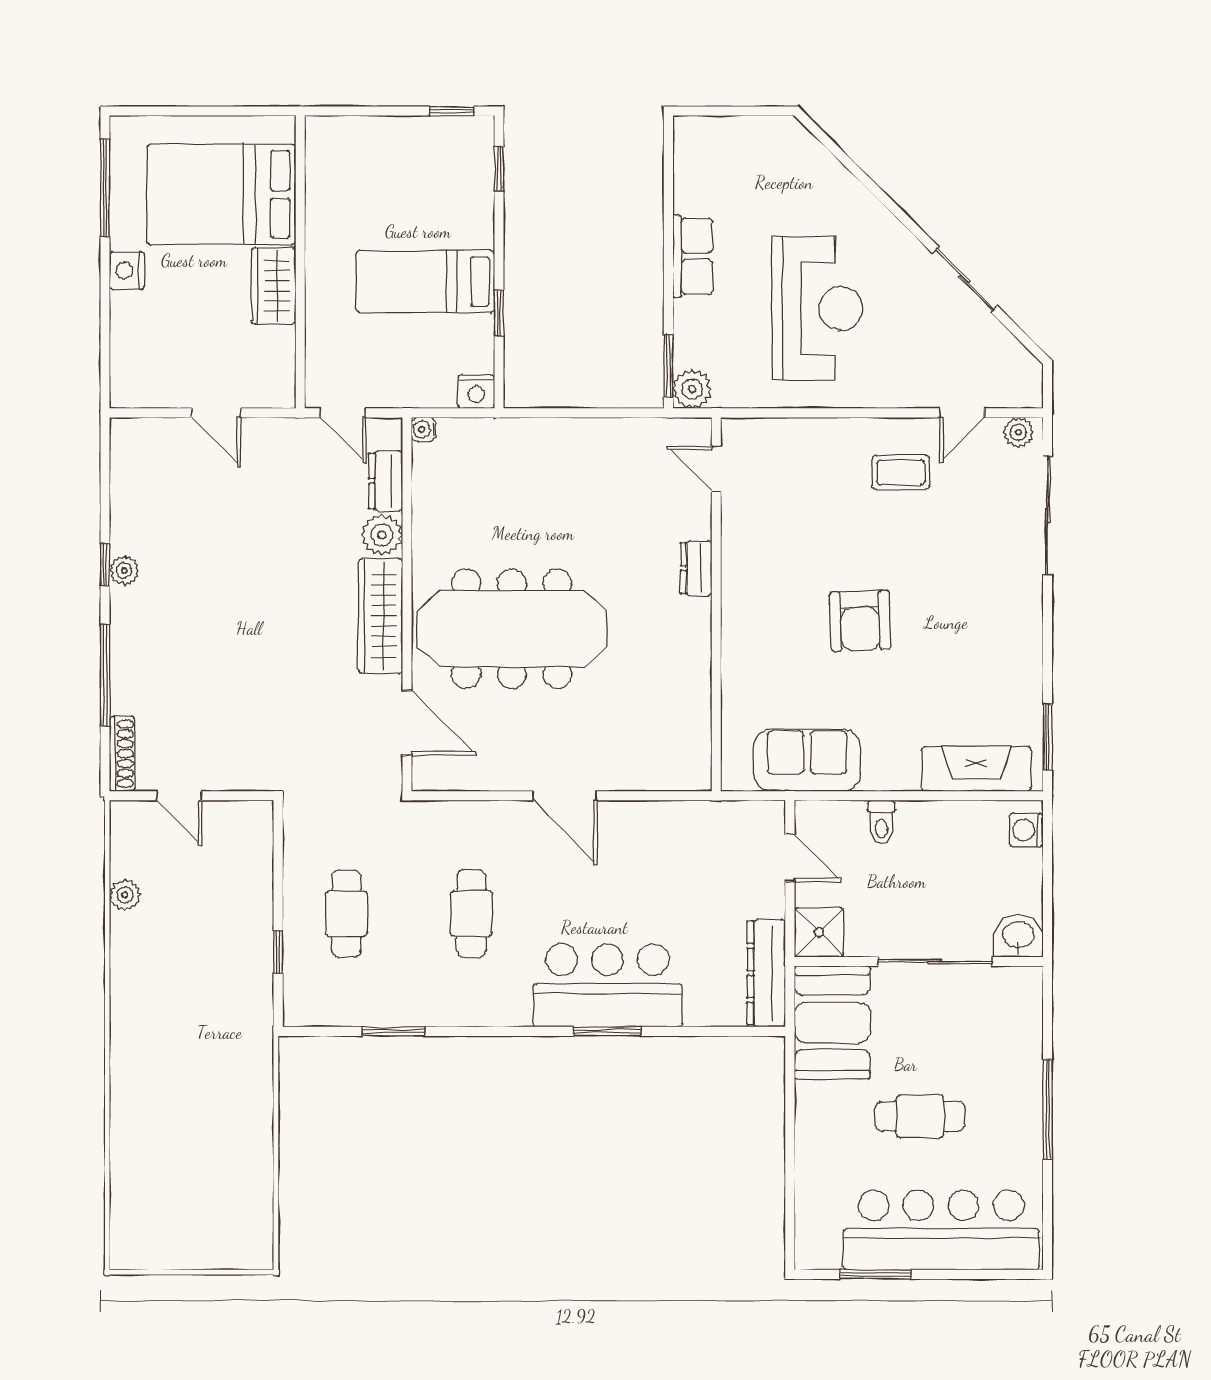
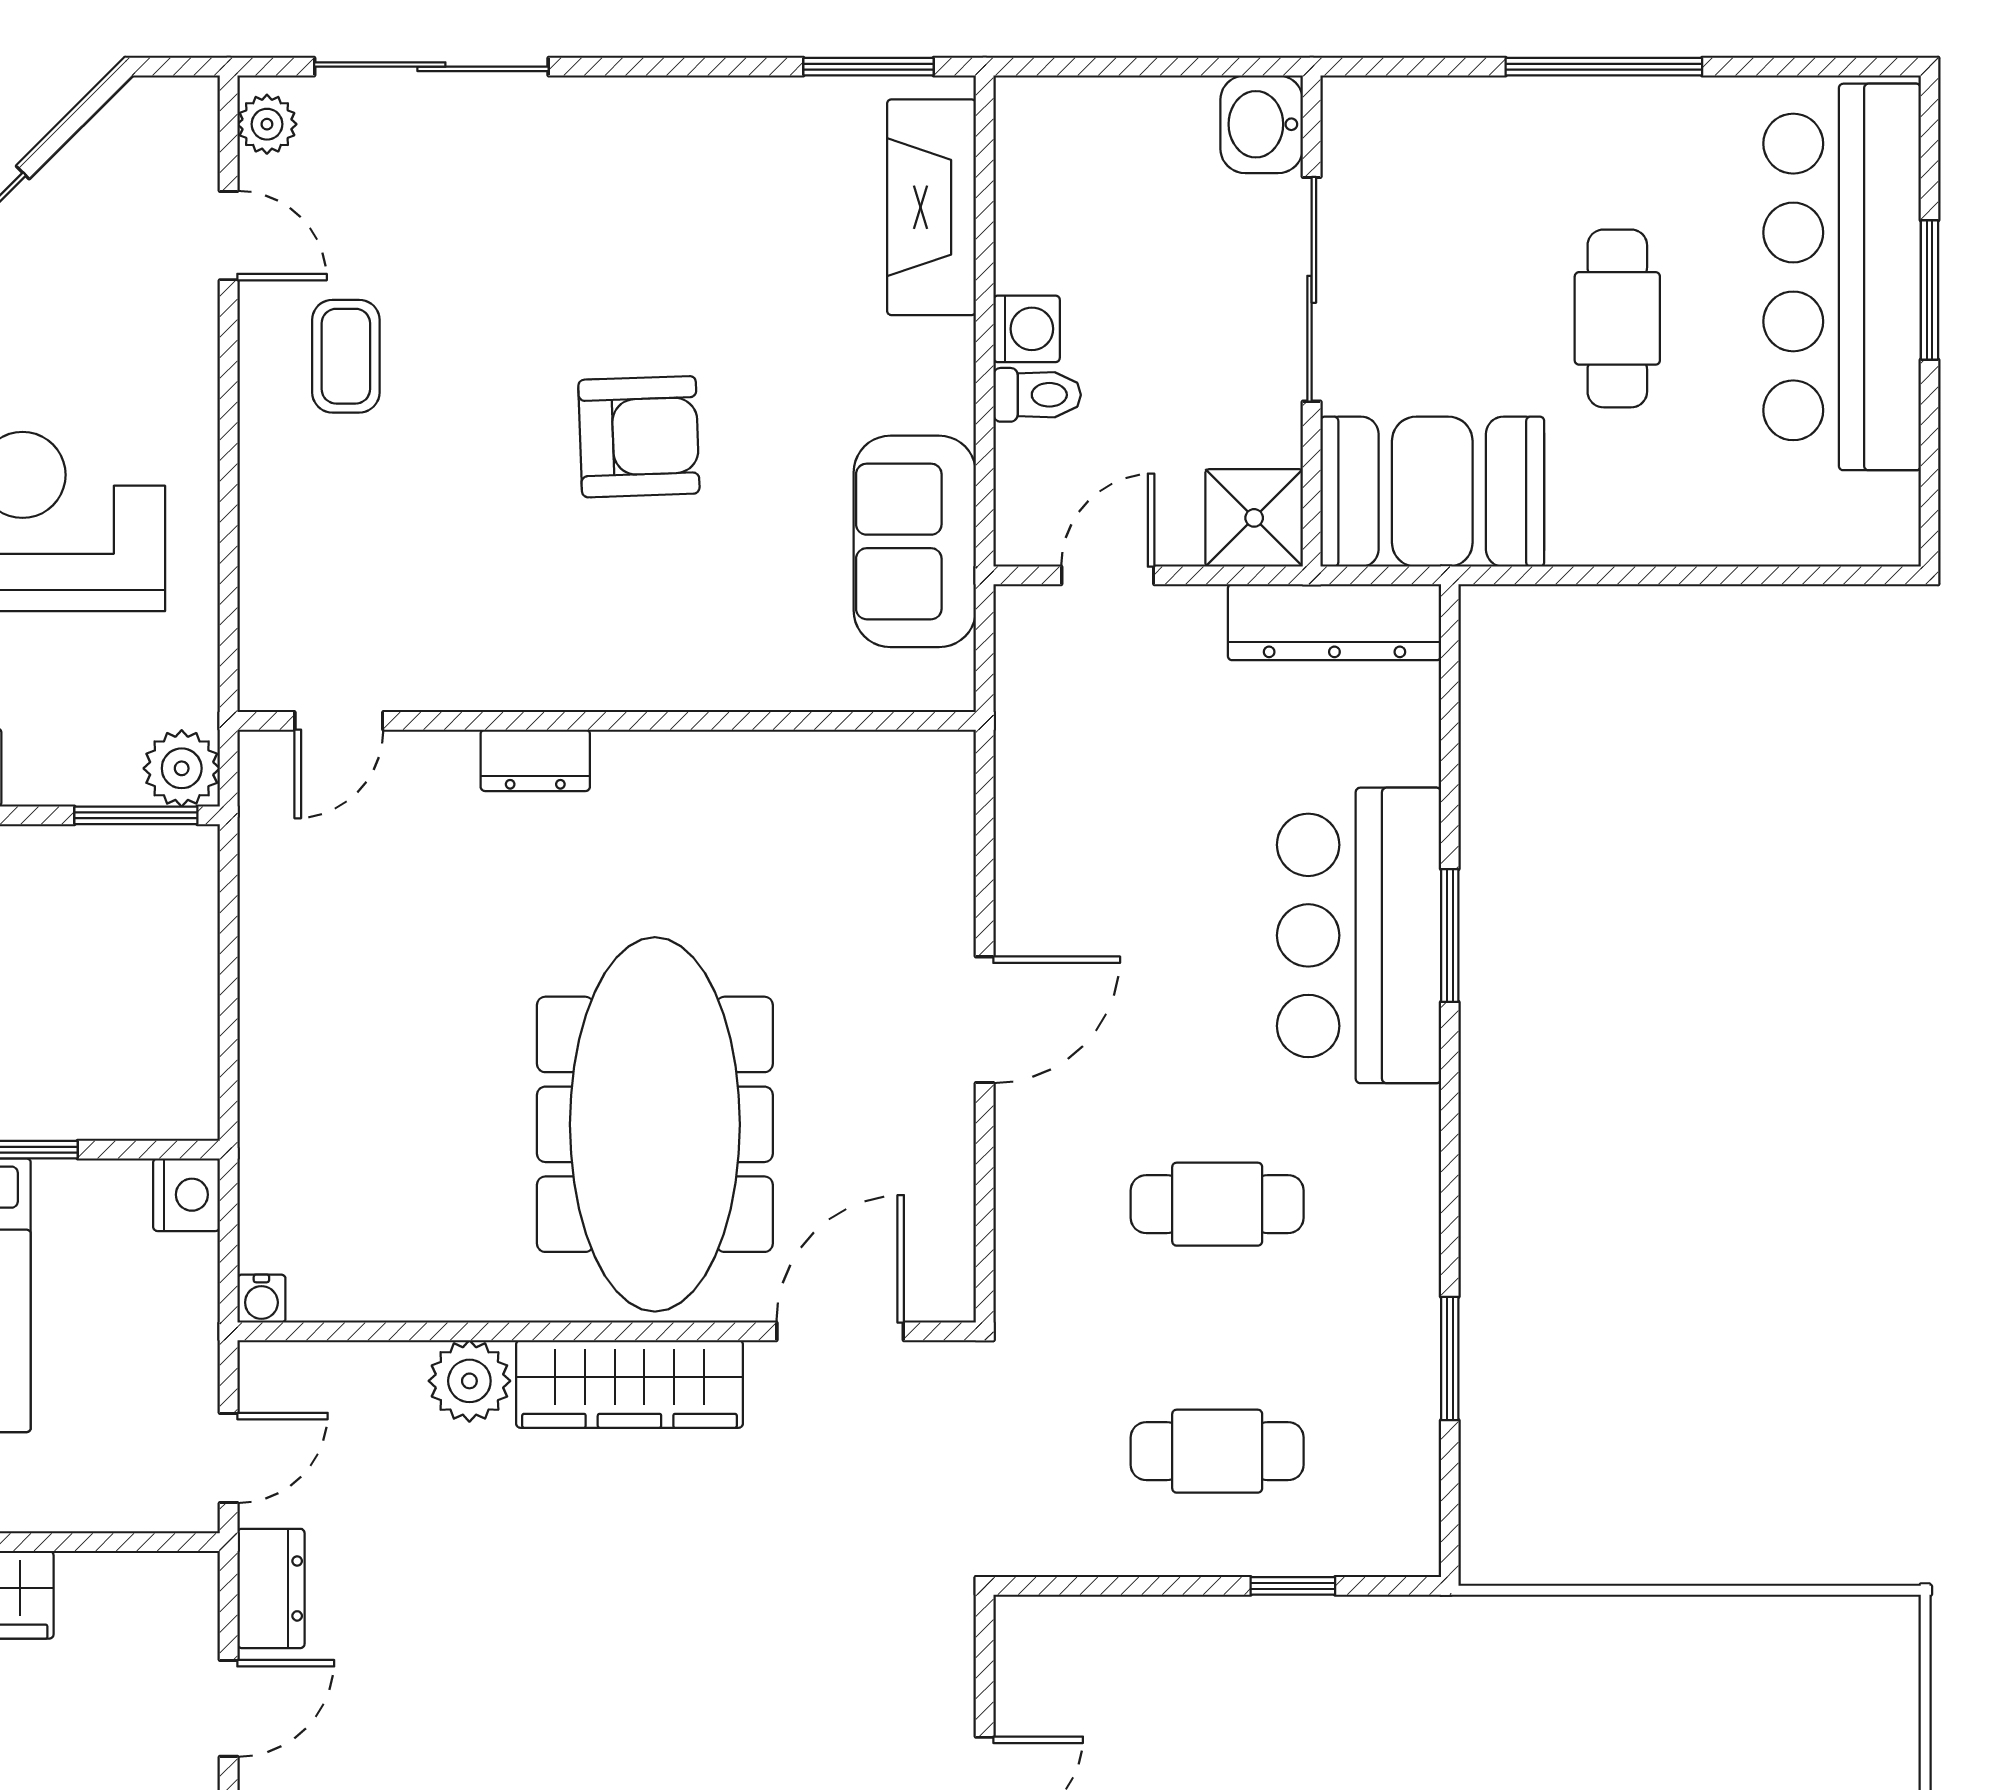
dresser: (386, 481) -> (271, 1588), moved, turned -90
washing machine: (1026, 830) -> (1027, 329), moved, turned -90
window: (875, 1274) -> (1929, 290), moved

